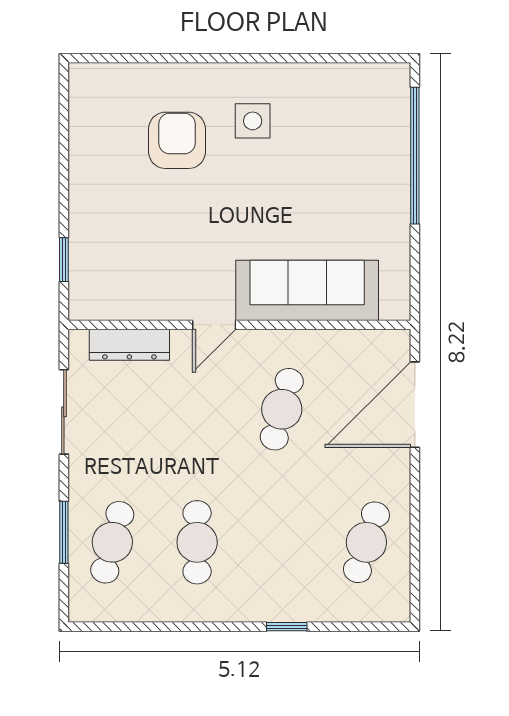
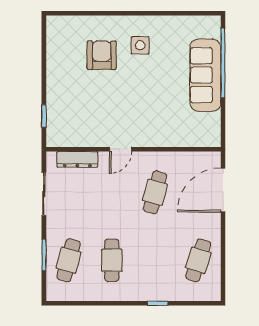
sofa: (307, 290) -> (205, 75), moved, turned -90

